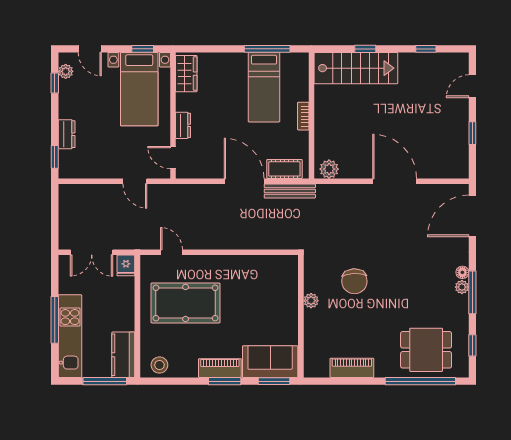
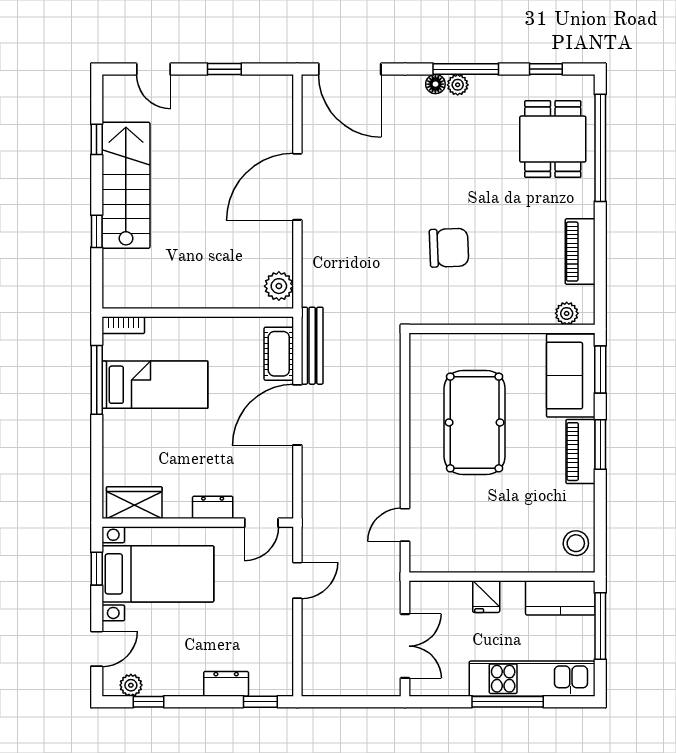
stairs: (356, 68) -> (126, 185), moved
bookcase: (303, 116) -> (123, 325), moved
fridge: (126, 265) -> (486, 597), moved, turned 90
plant: (311, 301) -> (567, 313), moved
pool table: (186, 303) -> (475, 422), moved

